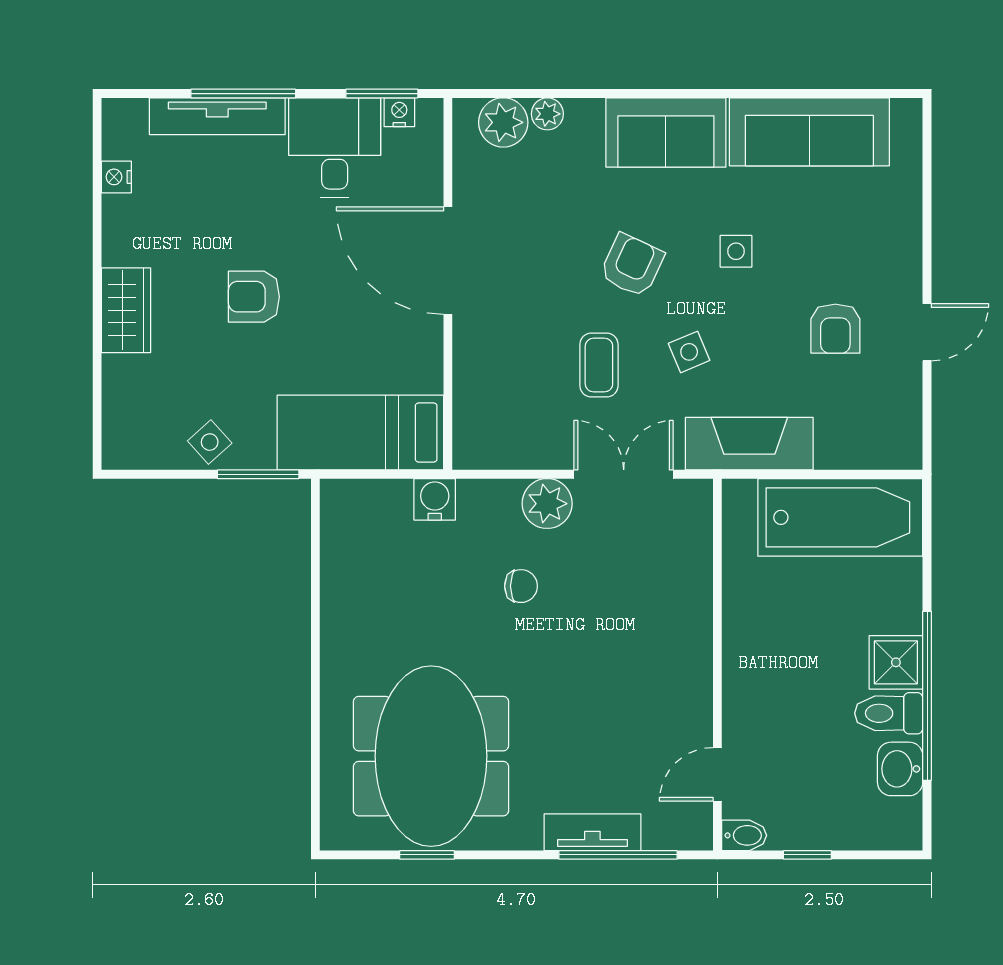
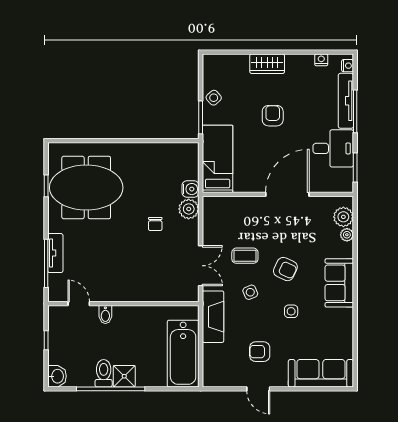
nightstand: (399, 112) -> (348, 66), moved
sofa: (809, 132) -> (321, 373), moved, turned 90
plant: (547, 504) -> (189, 209), moved
washbasin: (900, 769) -> (57, 376), moved, turned 90
bidet: (744, 835) -> (105, 315), moved

